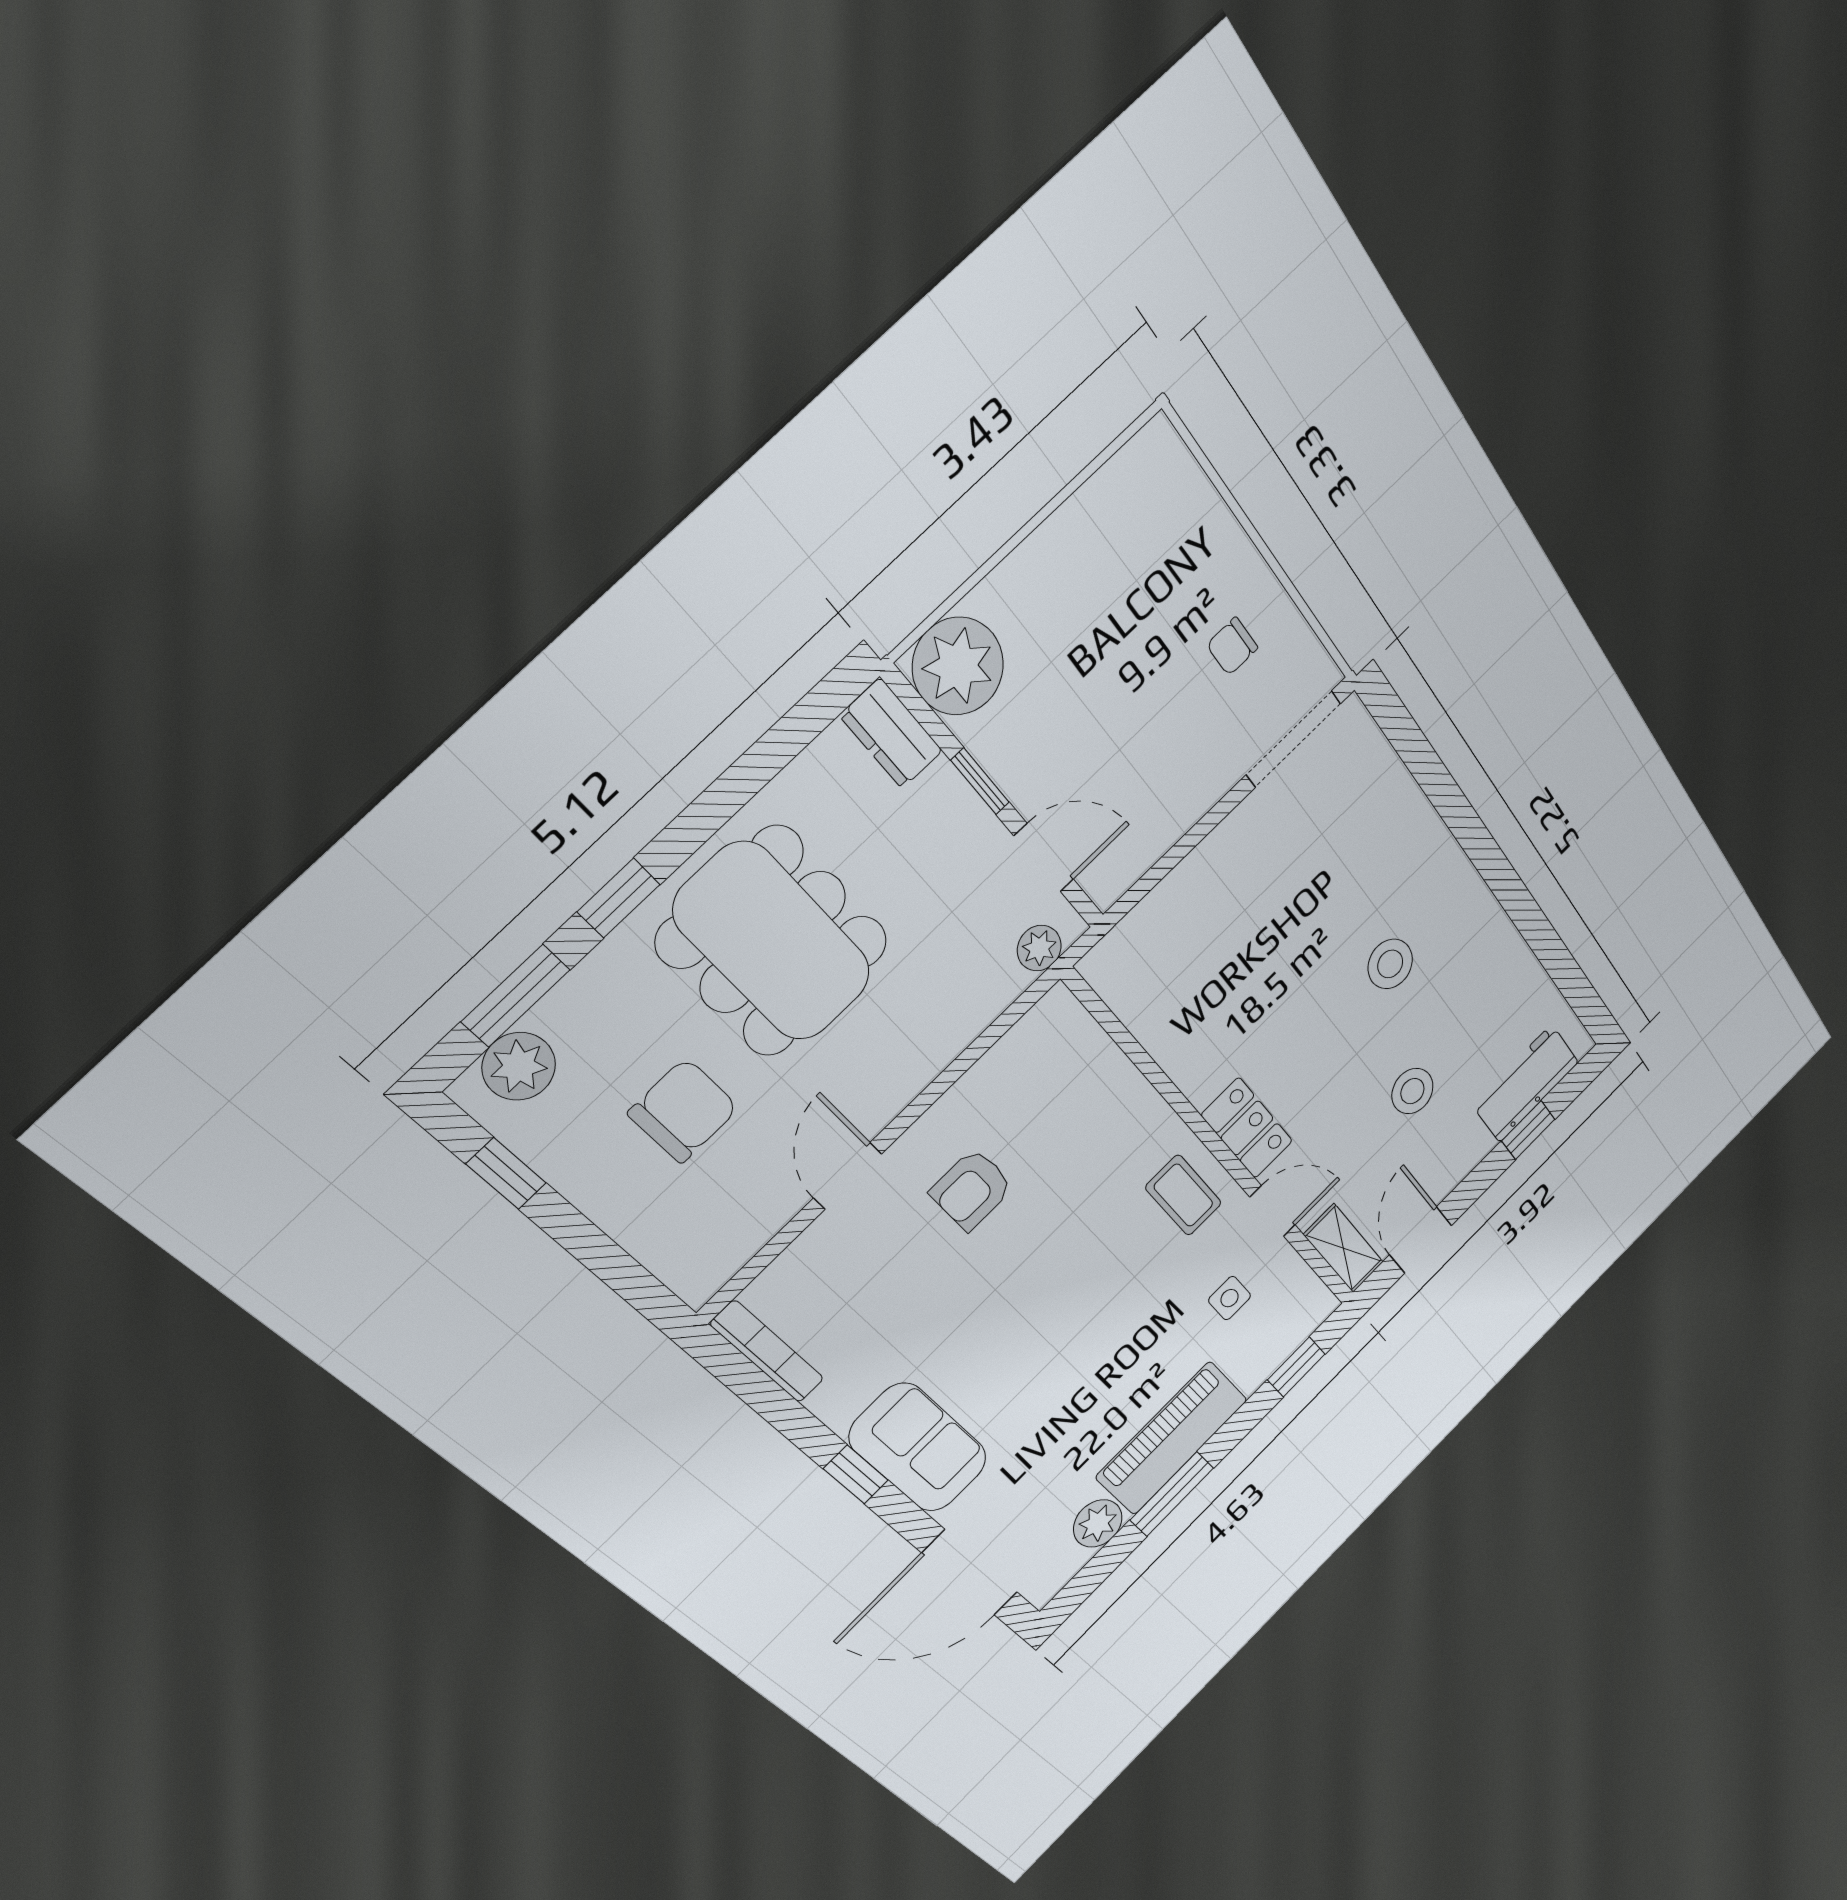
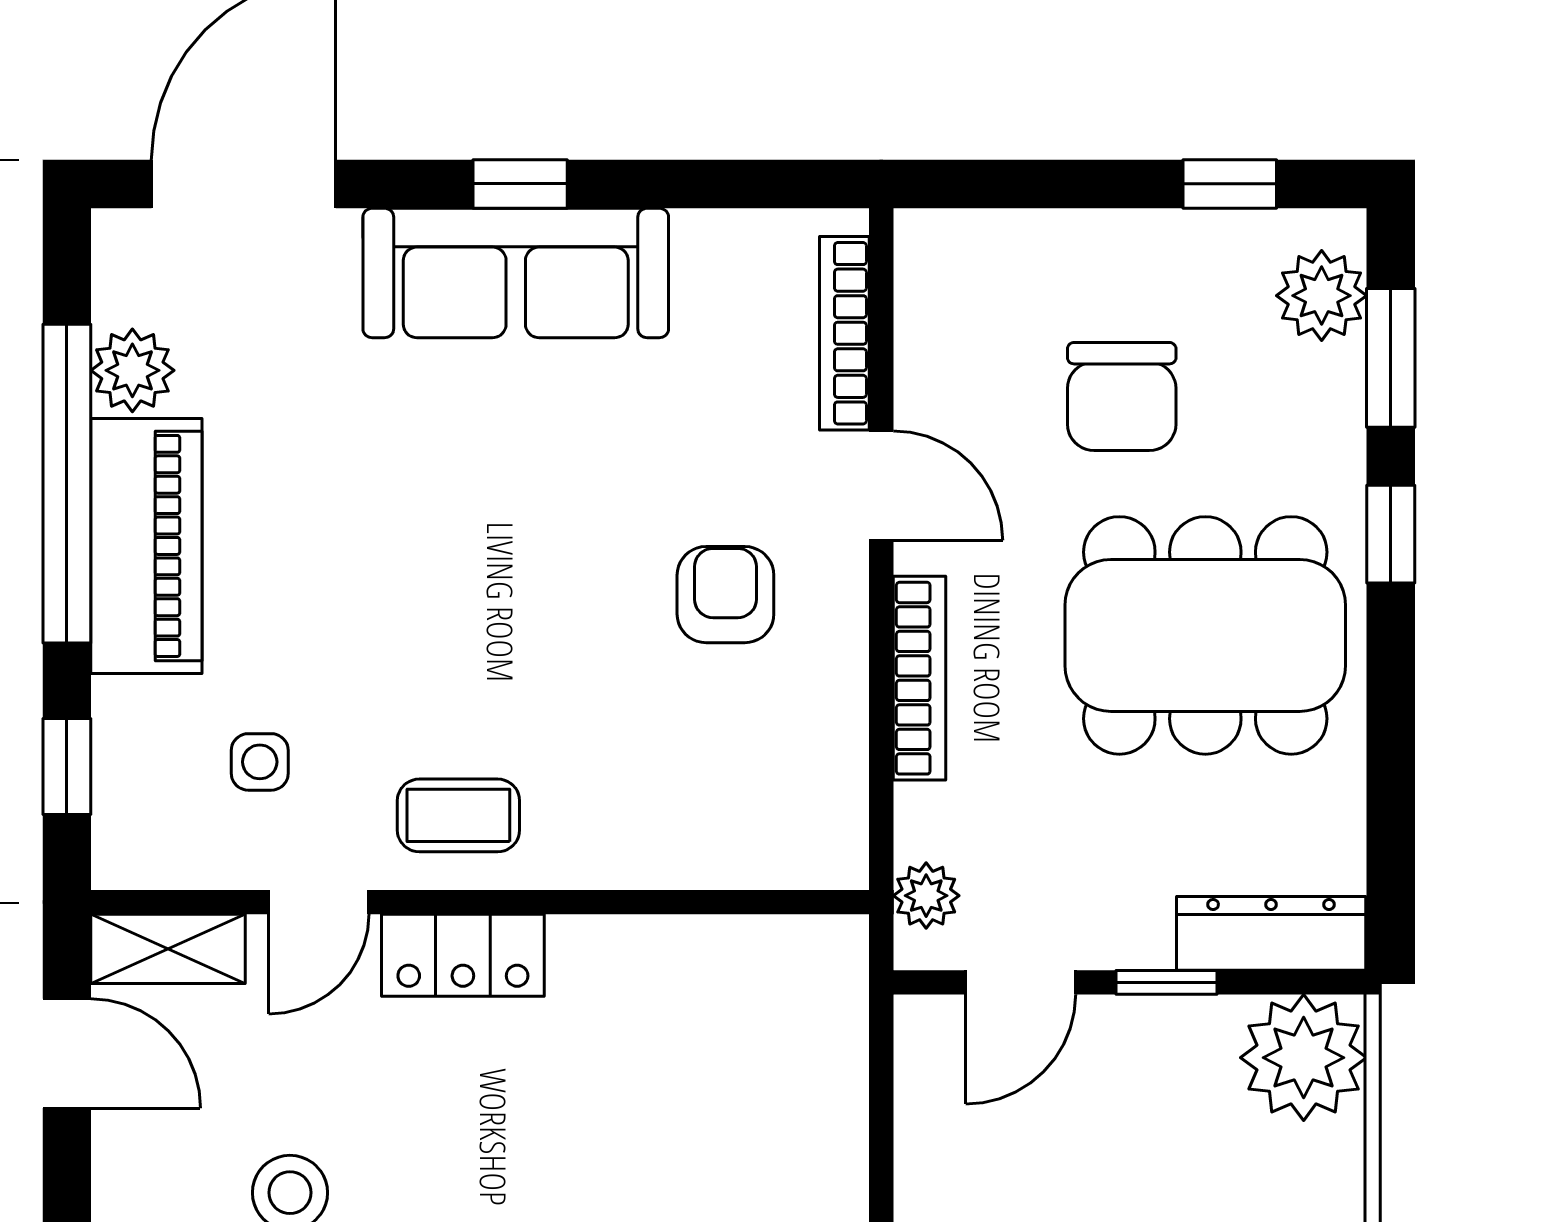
dresser: (891, 734) -> (1271, 933), width x1.44
bookcase: (930, 1061) -> (919, 678), added
bookcase: (767, 1352) -> (844, 333), moved, turned 90
sofa: (918, 1448) -> (516, 273), width x1.36
window: (1172, 1494) -> (67, 484), width x2.11

